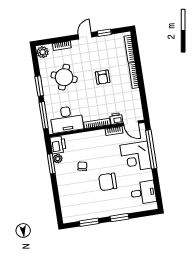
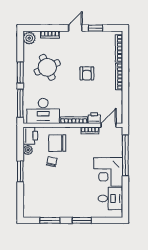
round table: (64, 77) -> (47, 67), turned 45
door: (131, 123) -> (109, 125), swing flipped
corner desk: (136, 157) -> (108, 172), moved
window: (51, 164) -> (20, 171), moved
chair: (108, 182) -> (57, 143), moved

